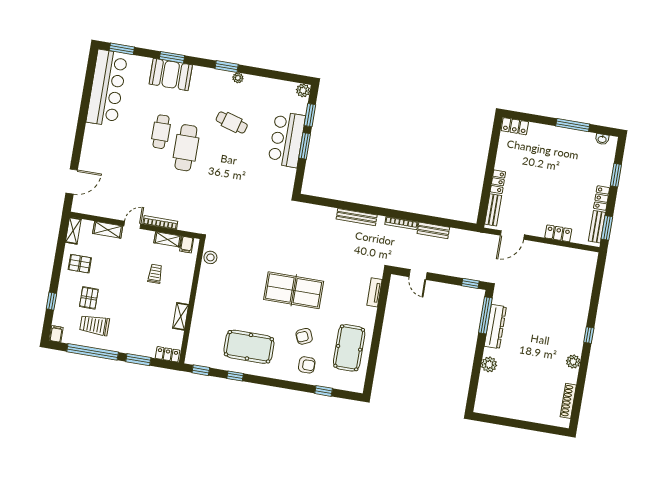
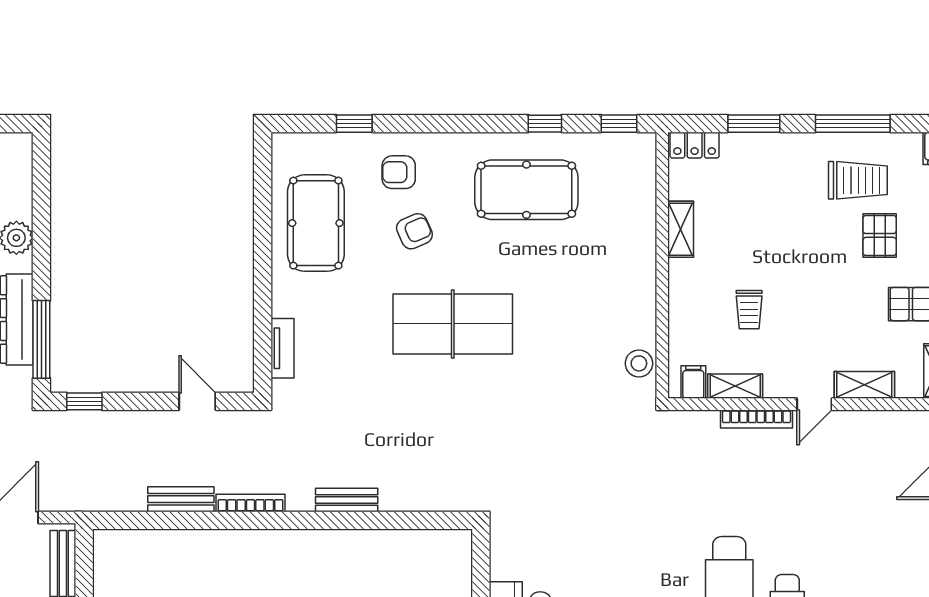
bench: (357, 217) -> (347, 500), width x0.73
window: (93, 352) -> (853, 124), width x0.68

